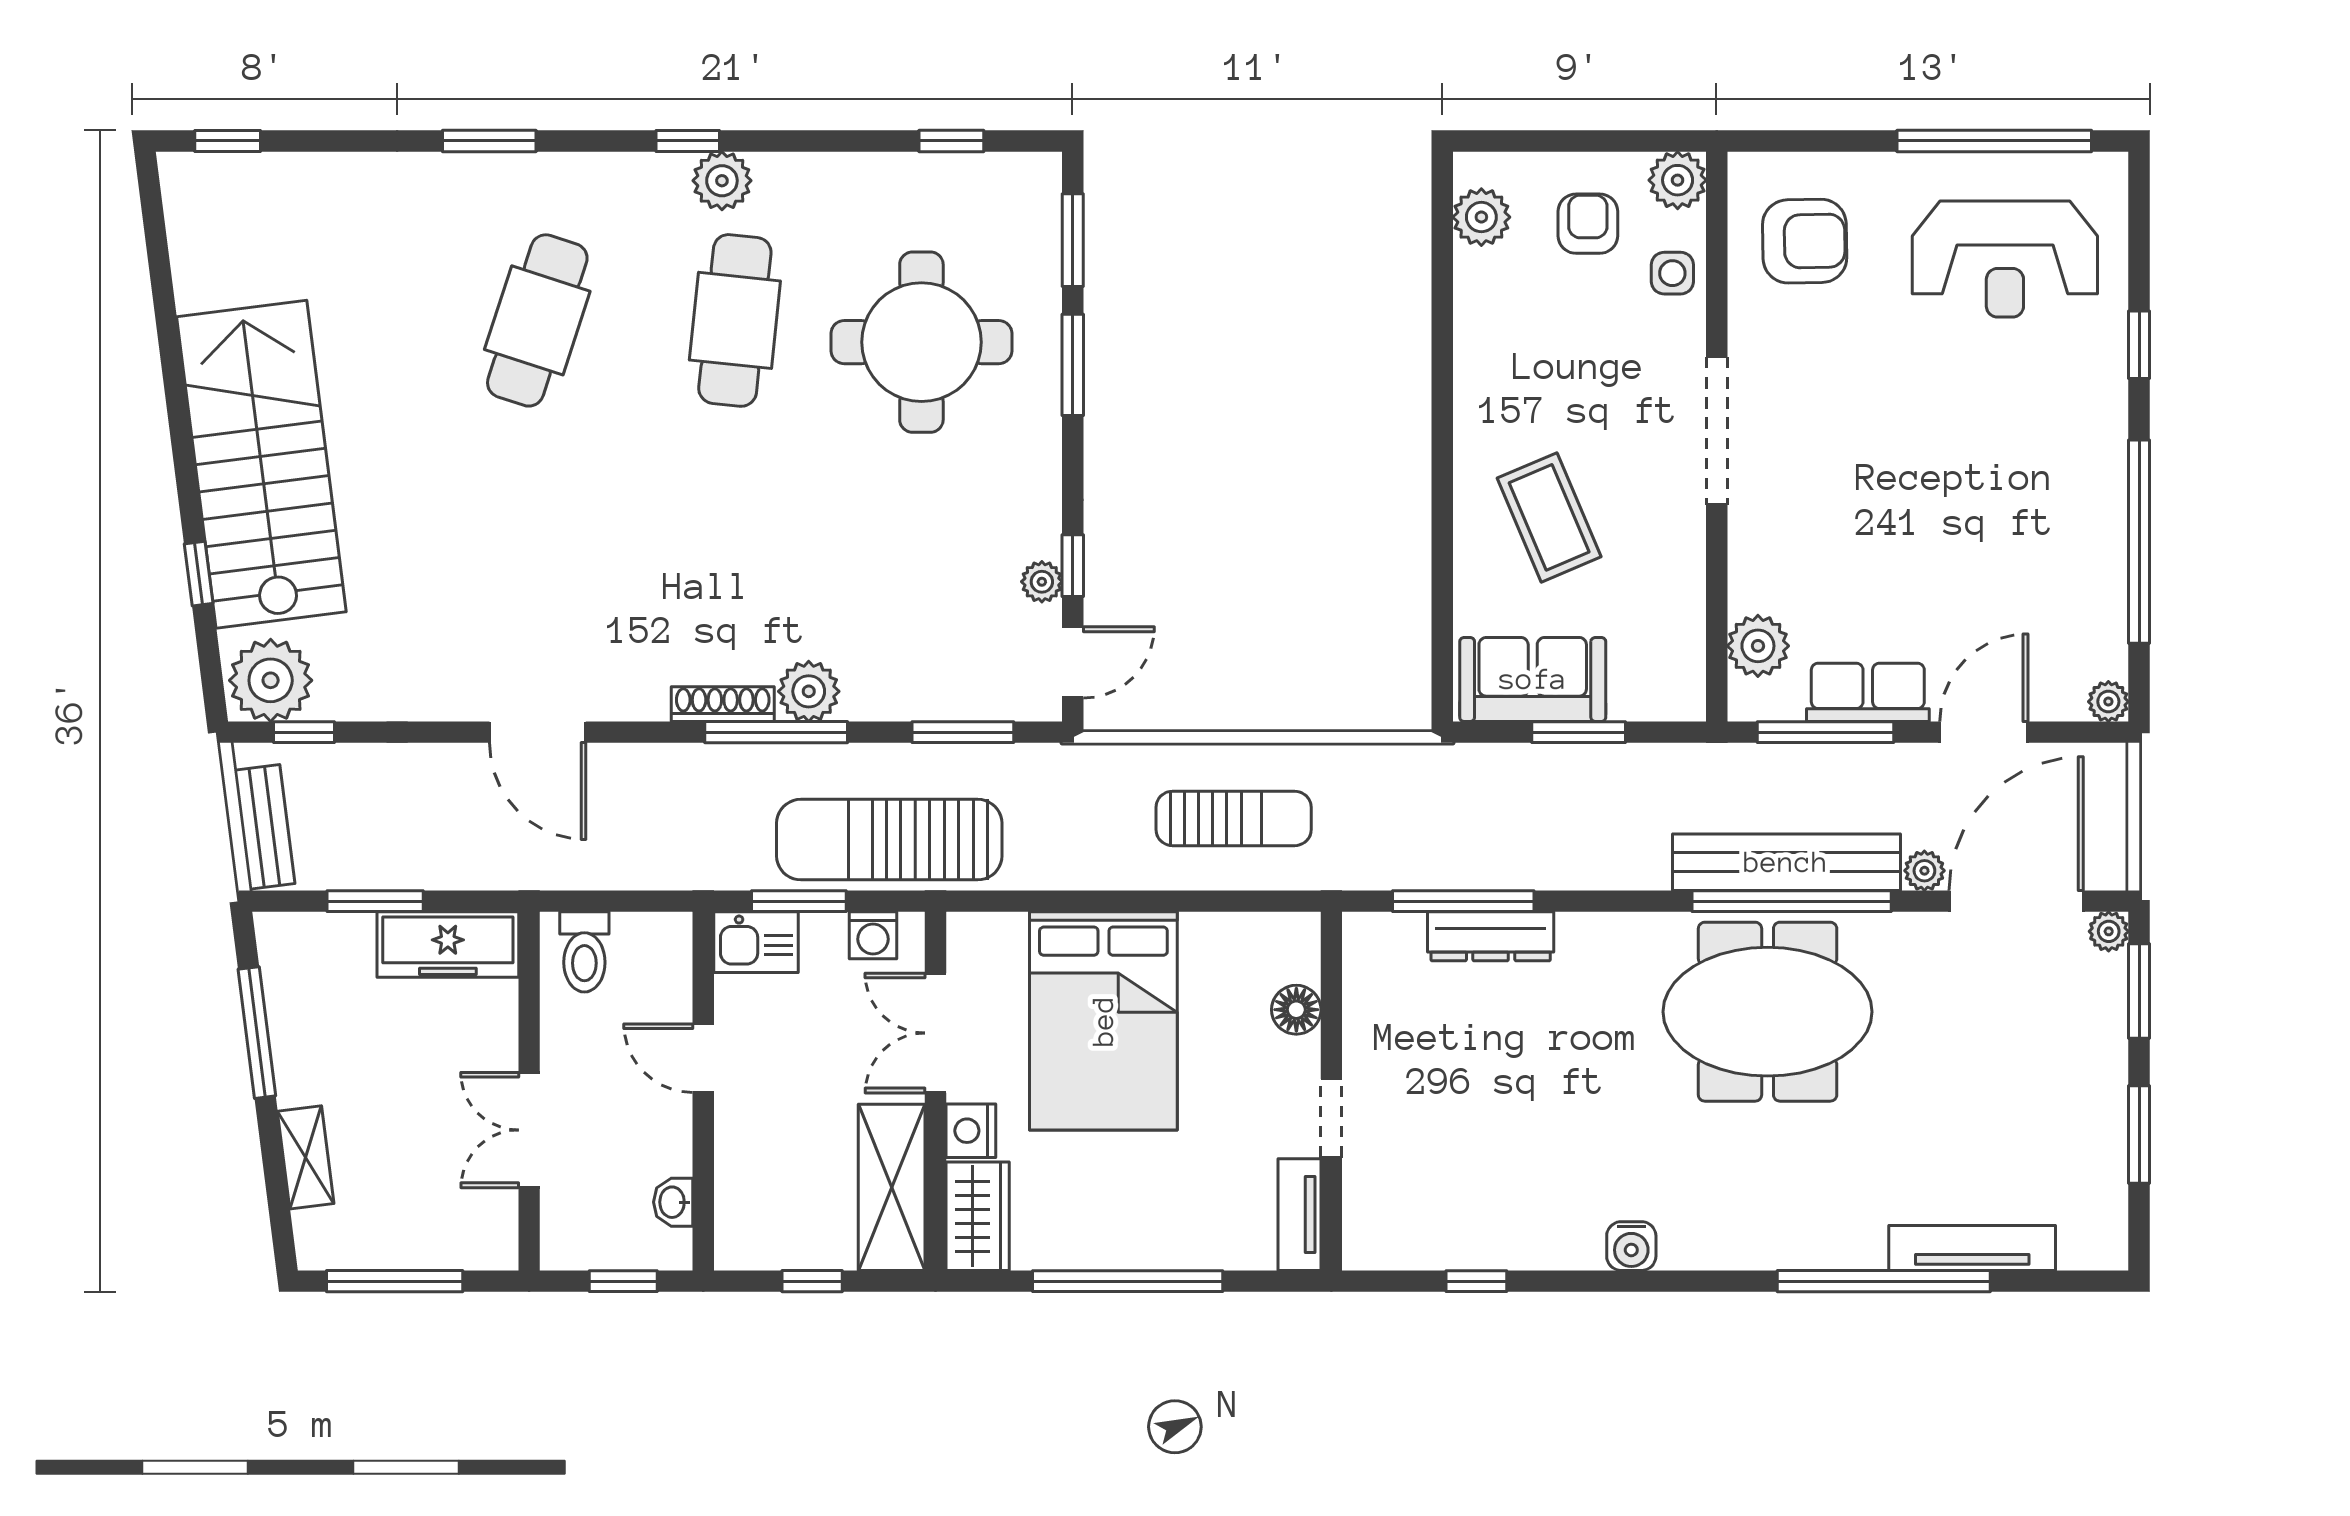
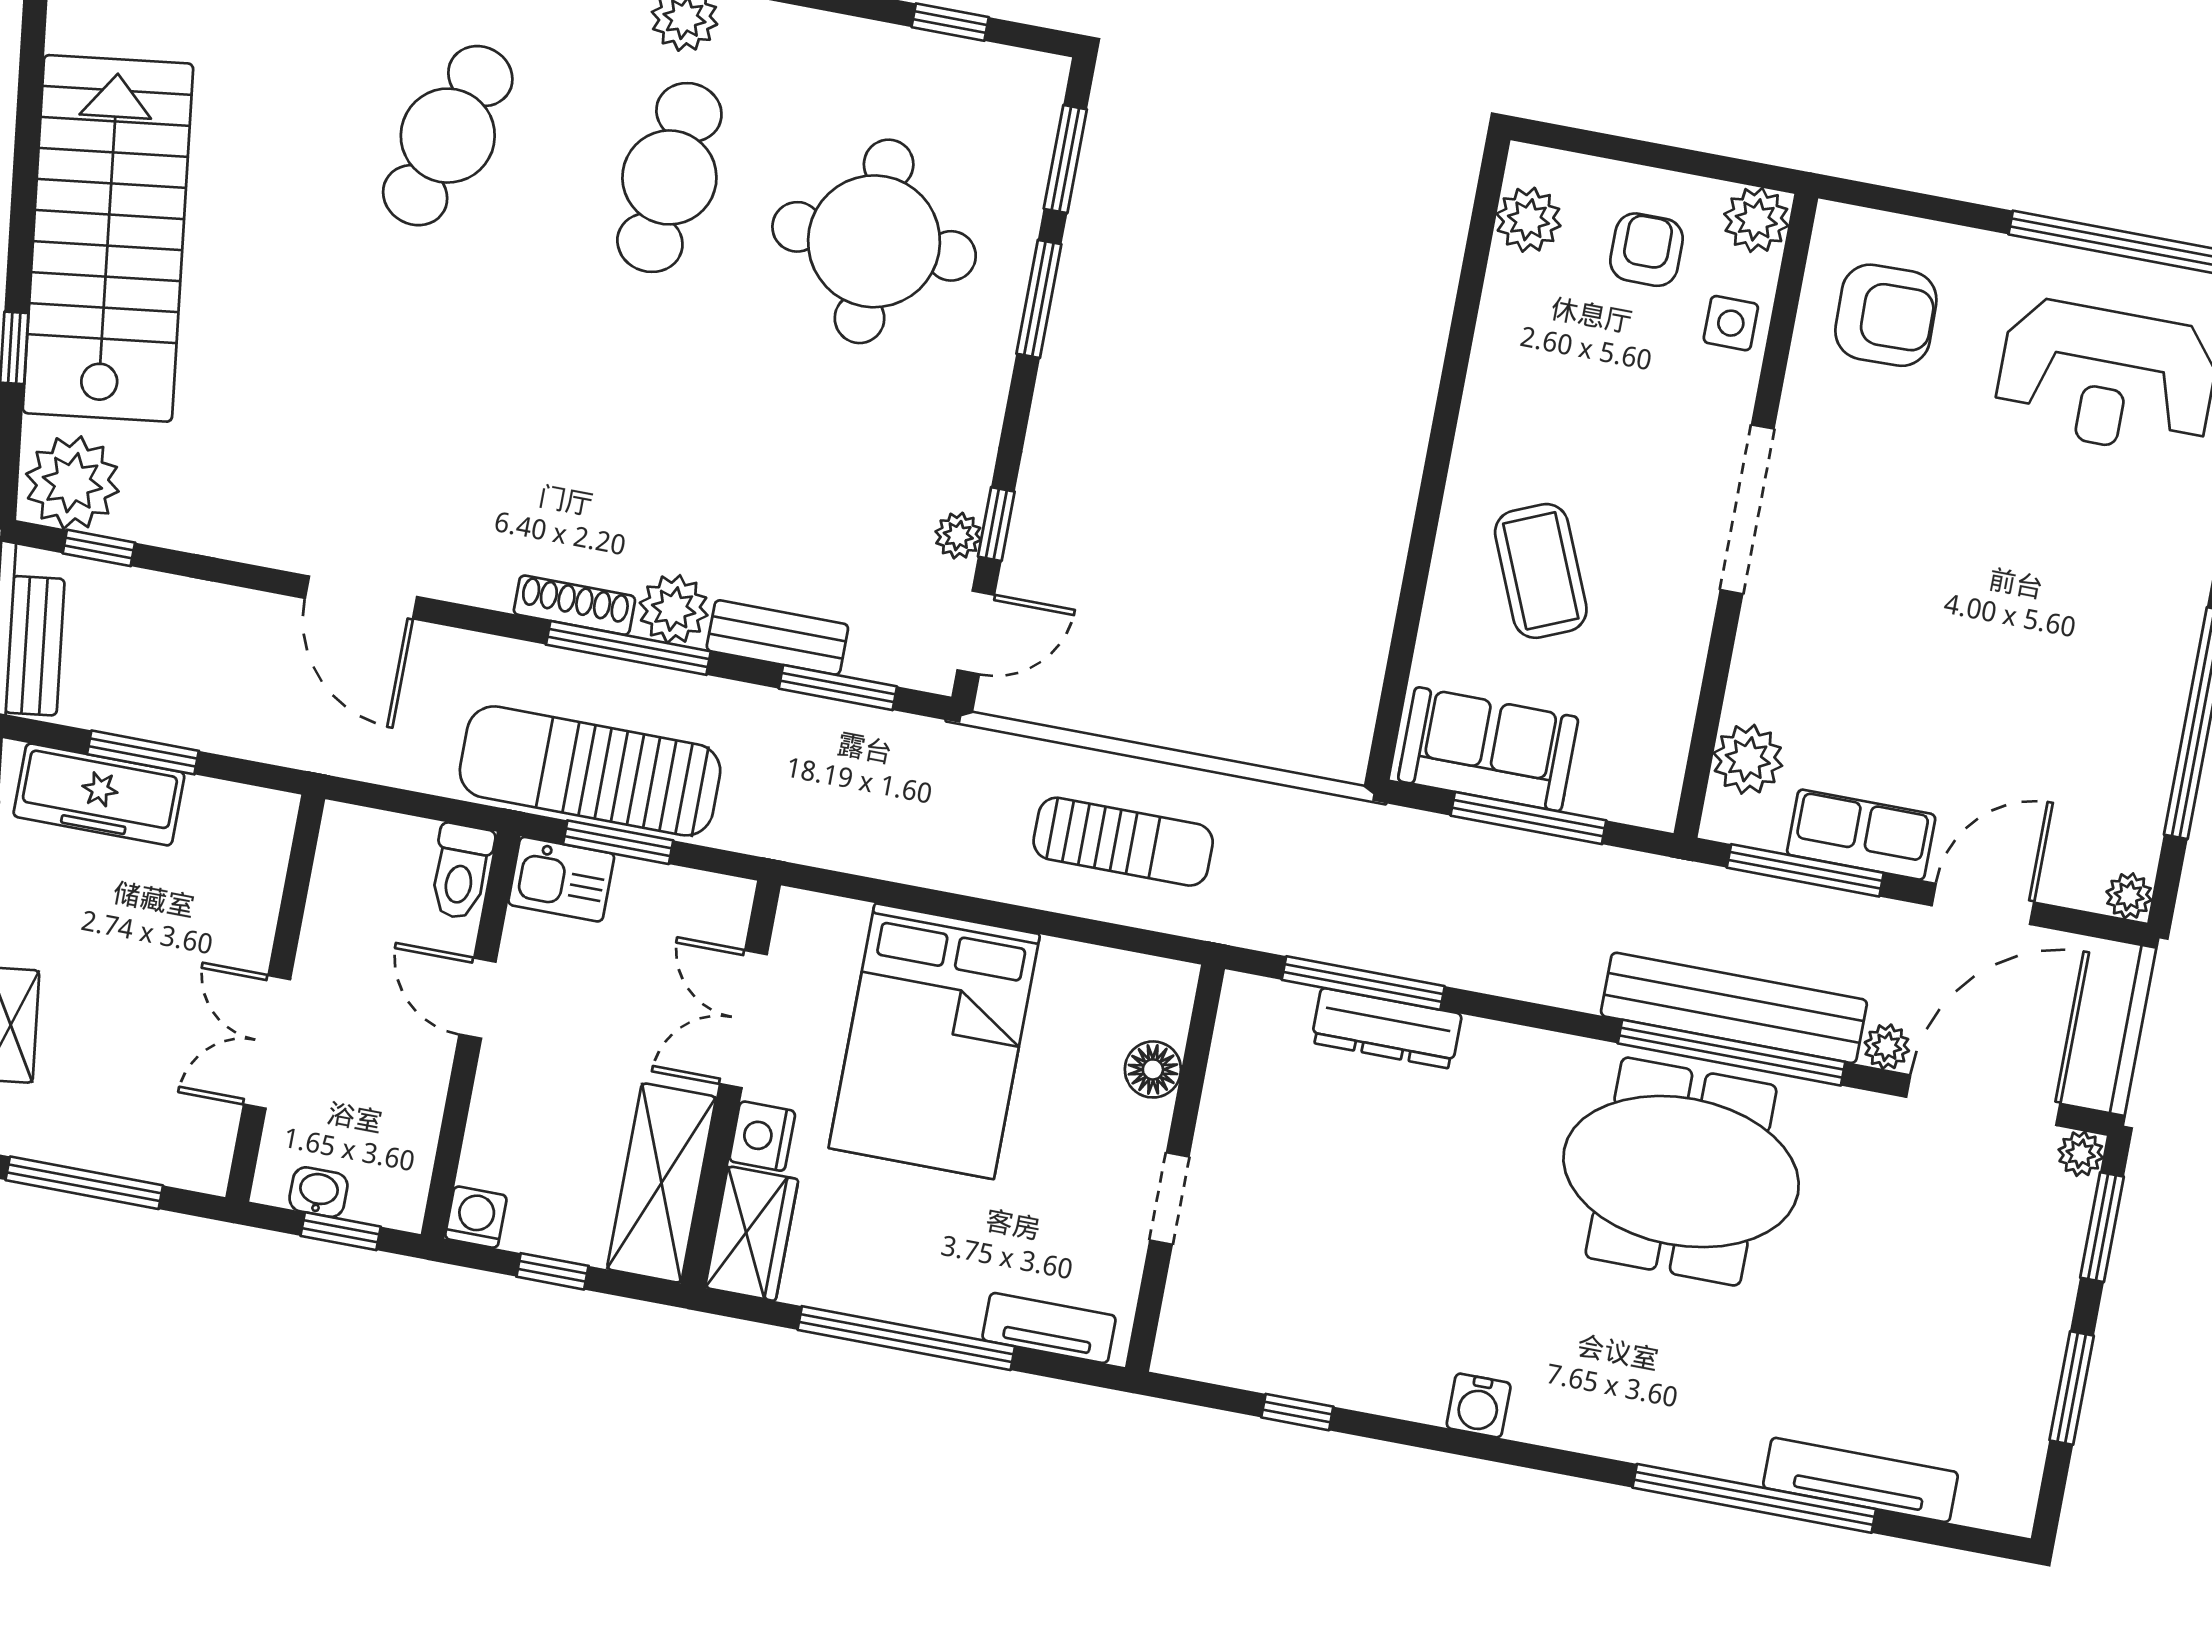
bench: (903, 699) -> (777, 637), added
window: (1579, 732) -> (1528, 818), width x1.44
sun lounger: (889, 840) -> (590, 771), moved
washing machine: (873, 935) -> (476, 1217), moved, turned 180
freezer: (448, 944) -> (99, 794), moved
toilet: (584, 952) -> (461, 872), moved
washbasin: (673, 1202) -> (318, 1192), moved, turned 90
tv unit: (1299, 1215) -> (1049, 1328), moved, turned 90

